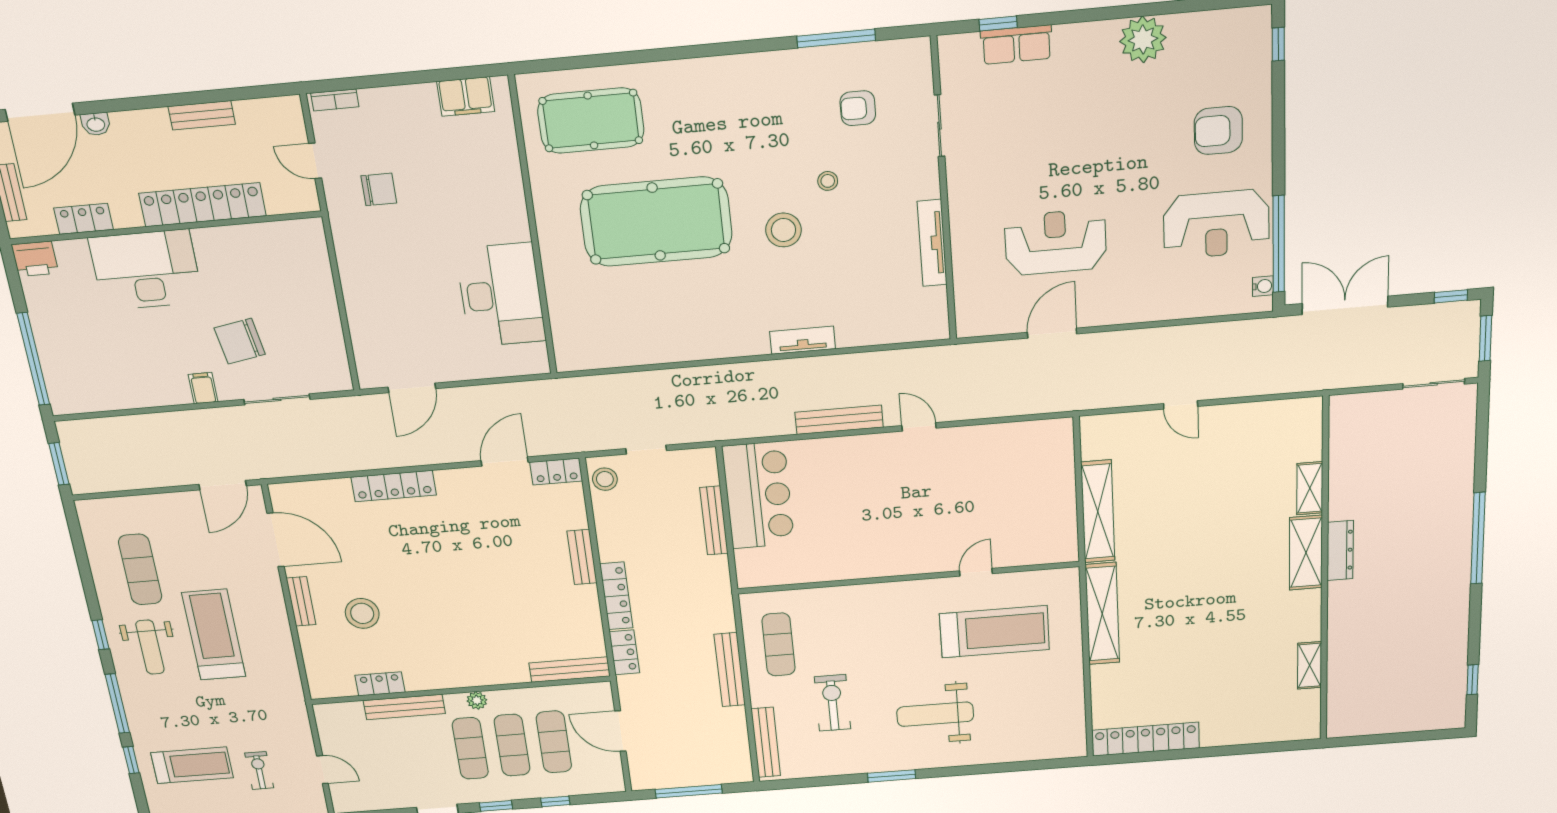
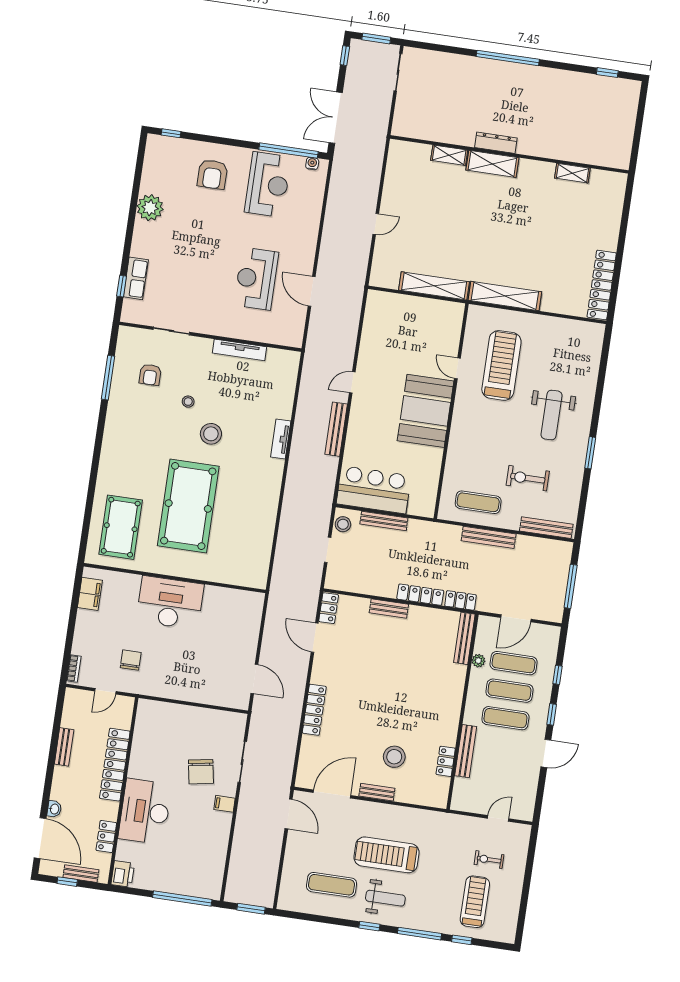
desk: (501, 295) -> (170, 603), moved
stool: (605, 479) -> (343, 524), moved
booth: (900, 542) -> (426, 411), added
plant: (477, 700) -> (478, 661), moved

